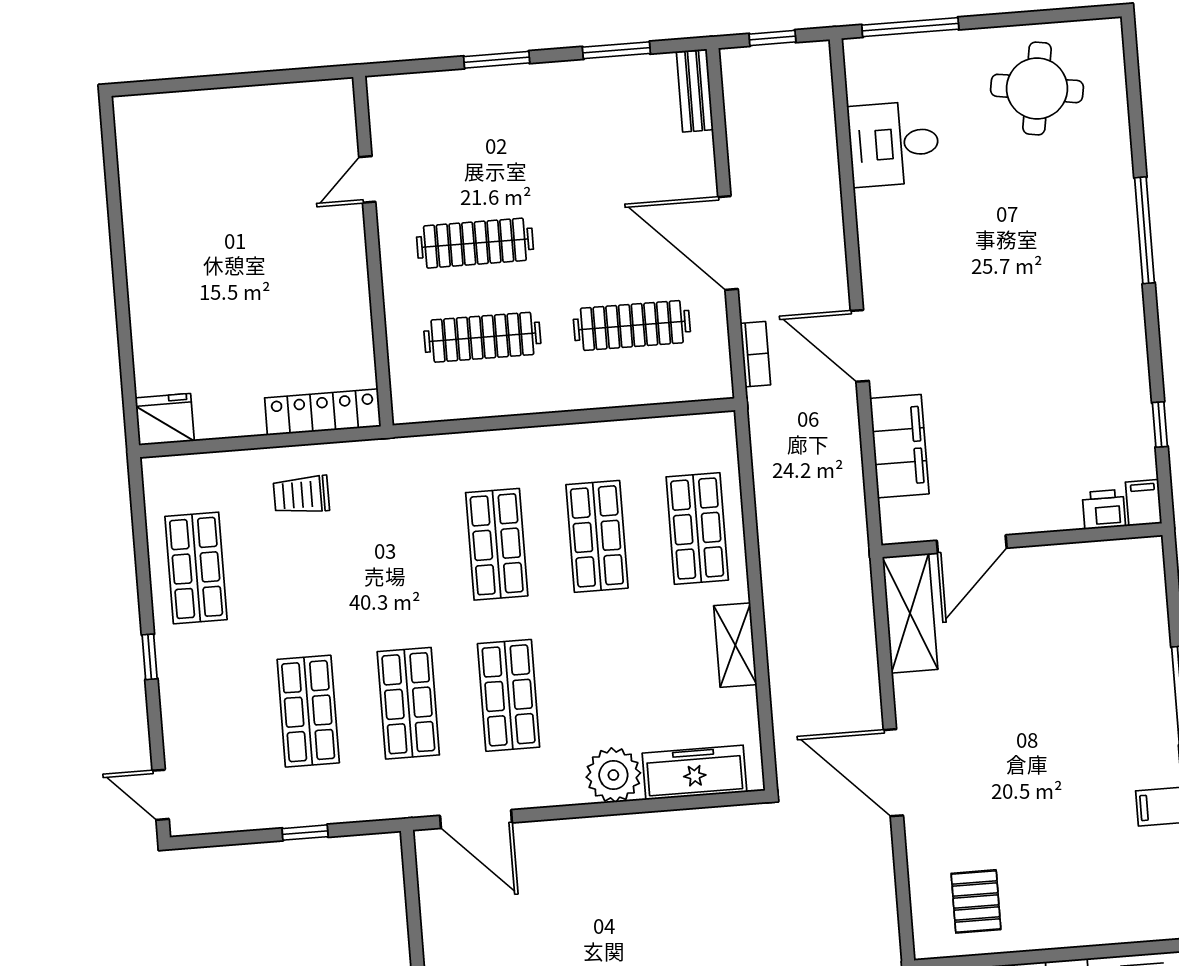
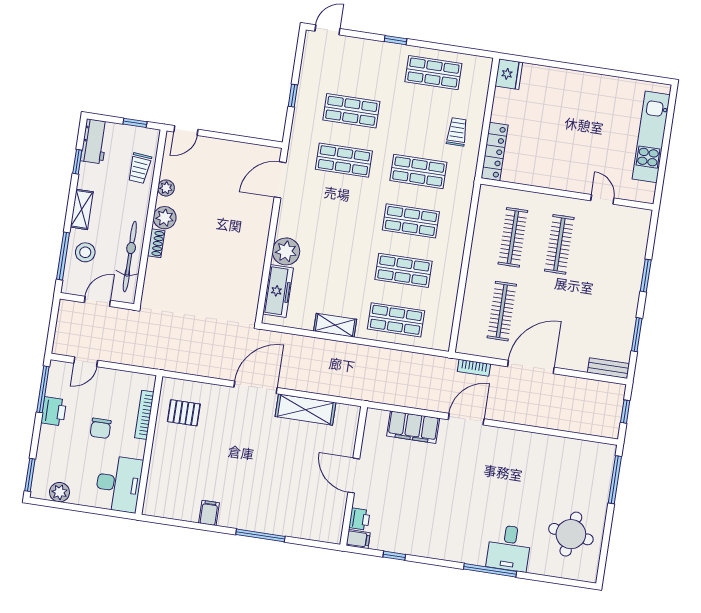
kitchen unit: (223, 112) -> (651, 137), added
desk: (894, 144) -> (509, 548), moved, turned 180
door: (972, 544) -> (354, 476), moved
shelving: (910, 613) -> (305, 410), moved
shop shelf: (509, 695) -> (418, 171), moved

